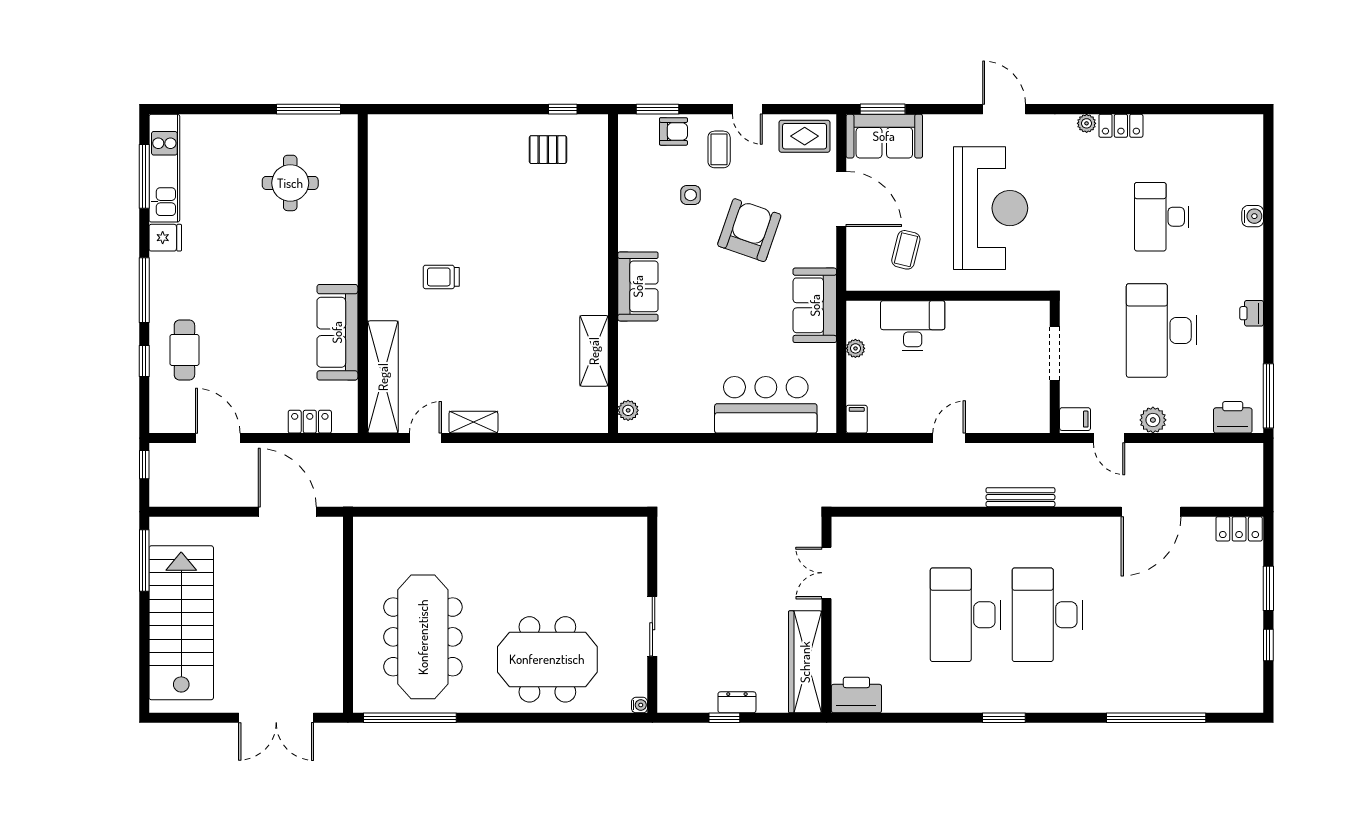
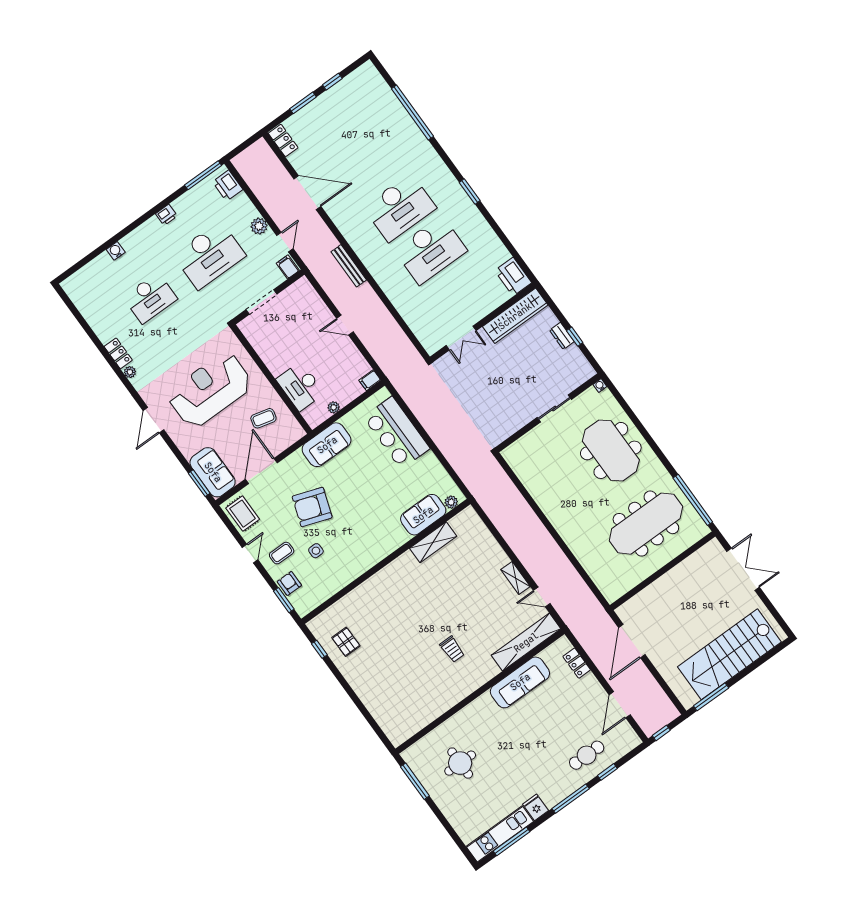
sofa: (638, 286) -> (423, 515), moved

